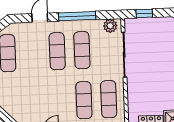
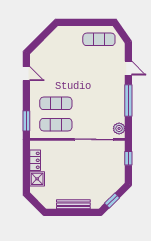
exercise mat: (82, 50) -> (99, 103), removed
exercise mat: (57, 51) -> (99, 82), removed

